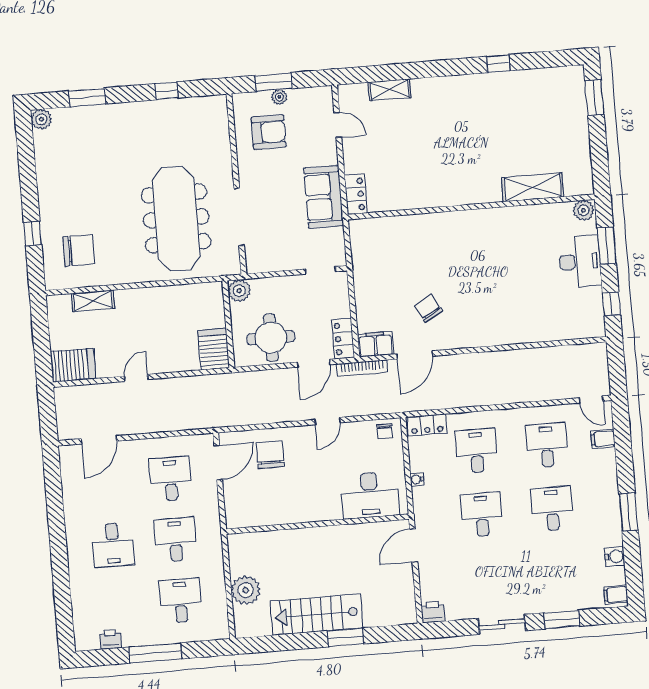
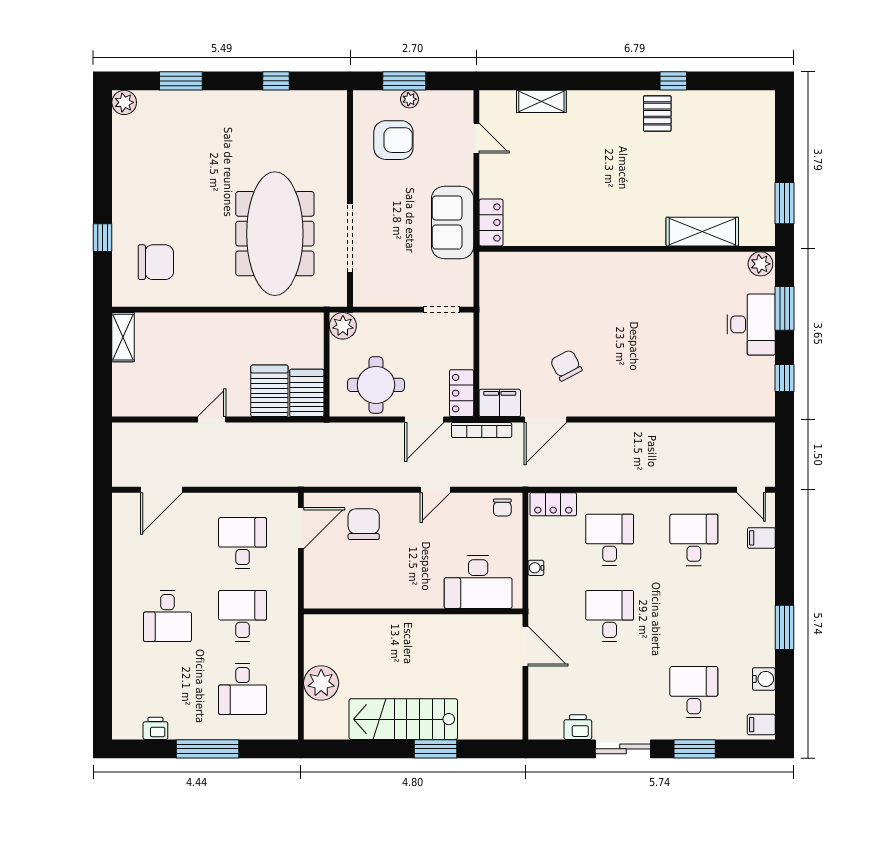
pallet: (487, 92) -> (657, 113), added
window: (594, 98) -> (785, 203), moved
shelving: (93, 301) -> (123, 337), moved, turned 90
server rack: (73, 365) -> (269, 391), moved, turned -90
desk: (552, 509) -> (694, 692), moved
door: (414, 545) -> (525, 646), swing flipped
desk: (180, 601) -> (243, 689), turned 180
printer: (433, 612) -> (578, 727), moved

